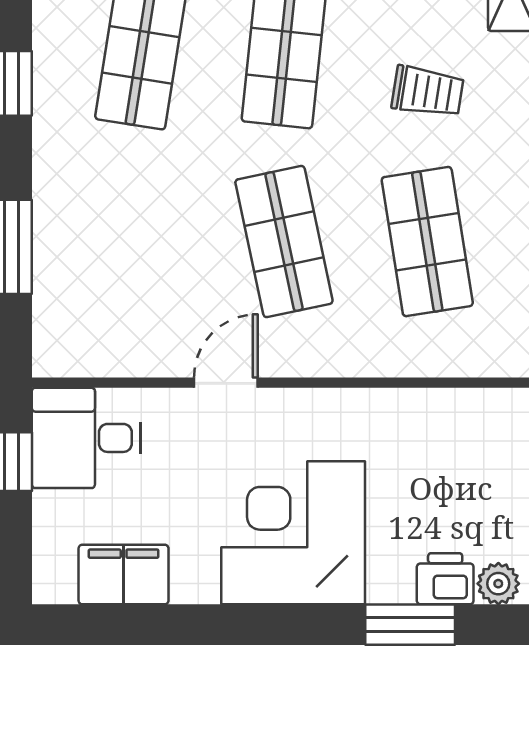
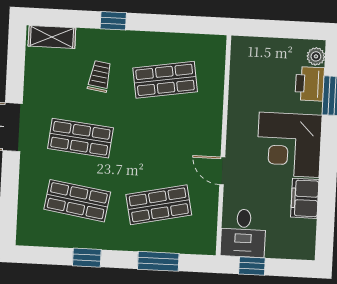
shop shelf: (284, 242) -> (159, 205), moved
filing cabinet: (124, 575) -> (305, 198), moved
printer: (445, 579) -> (310, 84), width x1.36, depth x1.24

